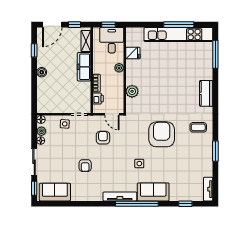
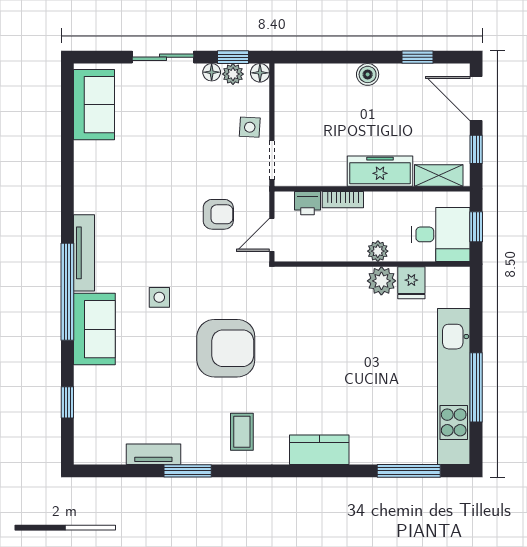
plant: (132, 91) -> (381, 281), moved
armchair: (85, 166) -> (155, 174), removed
window: (34, 188) -> (233, 57), moved
tv unit: (208, 189) -> (153, 454), moved

